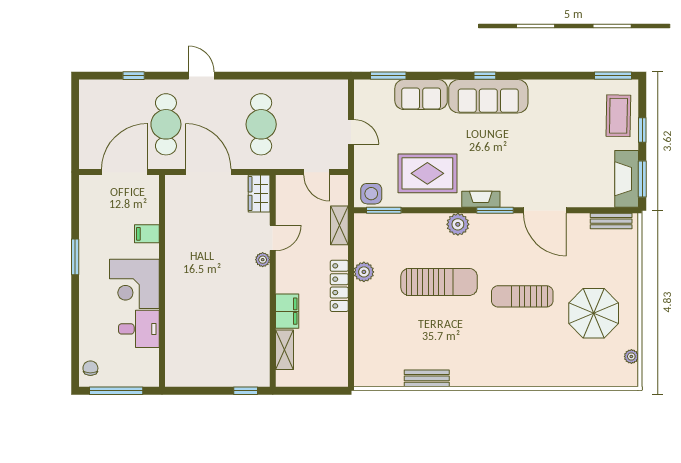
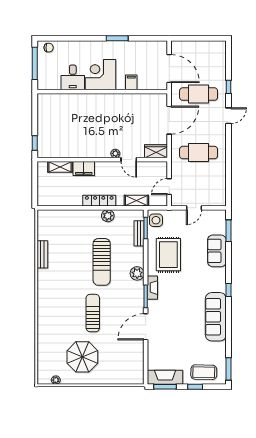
window: (134, 76) -> (228, 87), moved
sofa: (488, 96) -> (216, 317), moved
bench: (611, 221) -> (139, 233), moved

